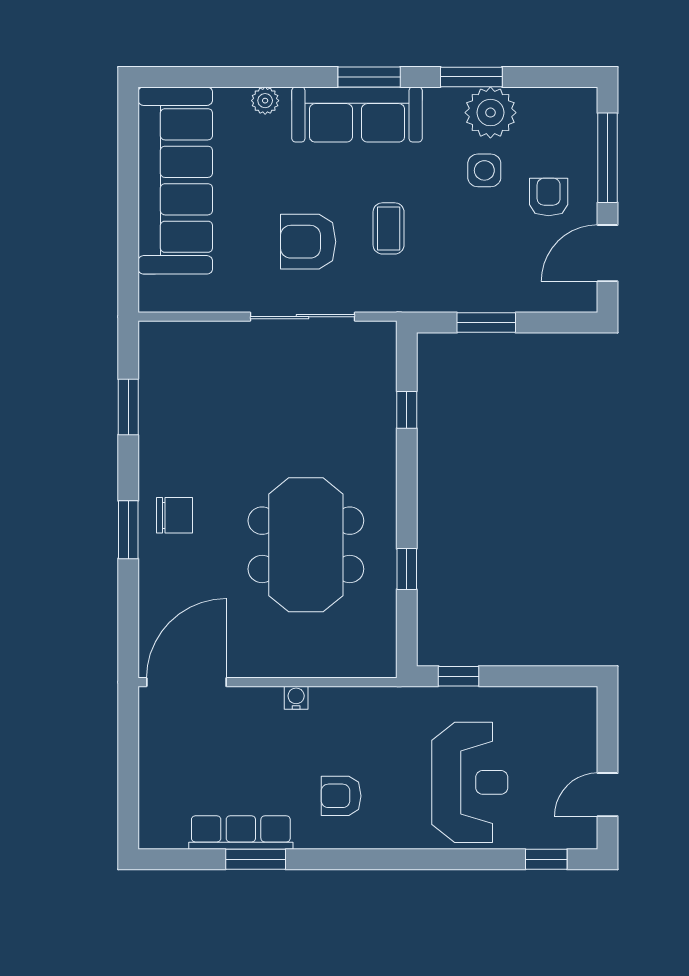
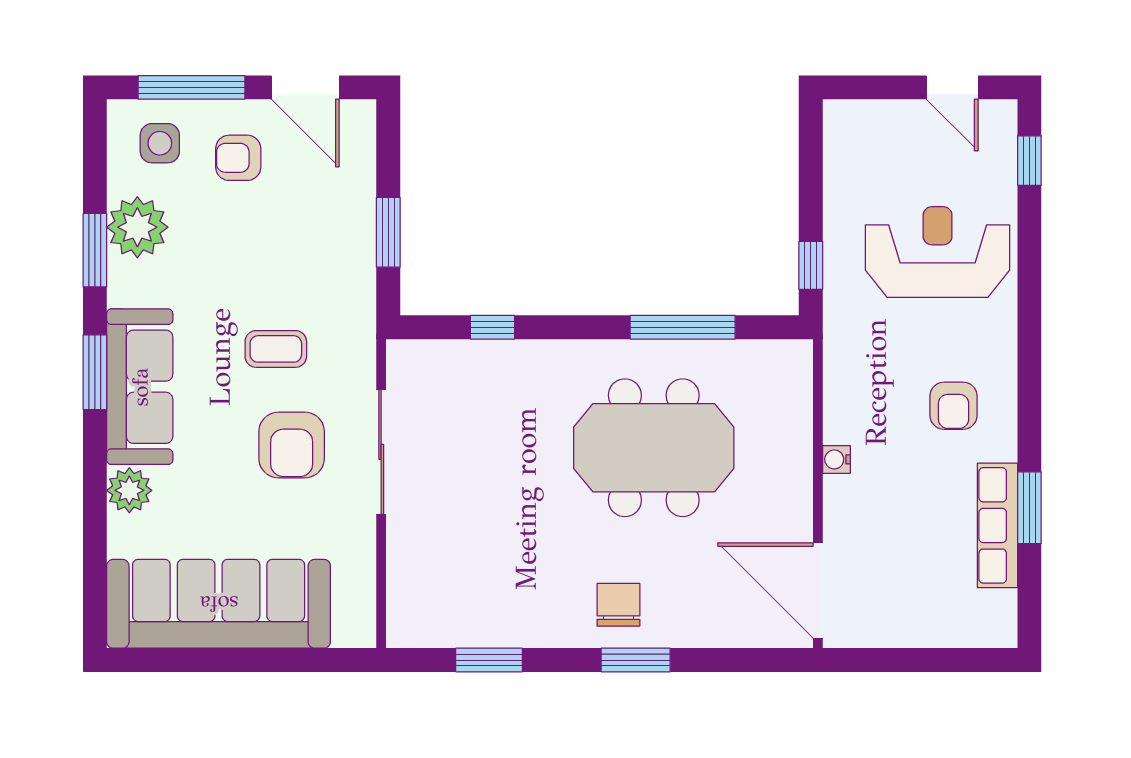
plant: (265, 101) -> (129, 490), width x1.38, depth x1.38
side table: (484, 170) -> (160, 143), moved
window: (407, 569) -> (683, 327), width x2.17

